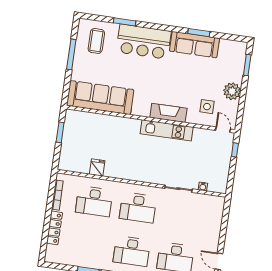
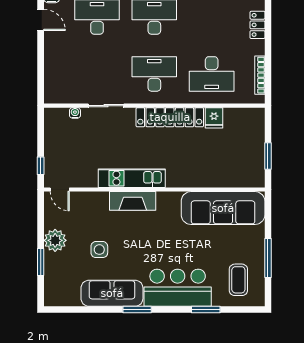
window: (199, 33) -> (137, 310), moved
window: (247, 65) -> (41, 262), moved
side table: (207, 107) -> (99, 250), moved
locker: (131, 173) -> (170, 117), added
desk: (94, 201) -> (212, 74), turned 180
locker: (55, 228) -> (257, 25), width x0.66

